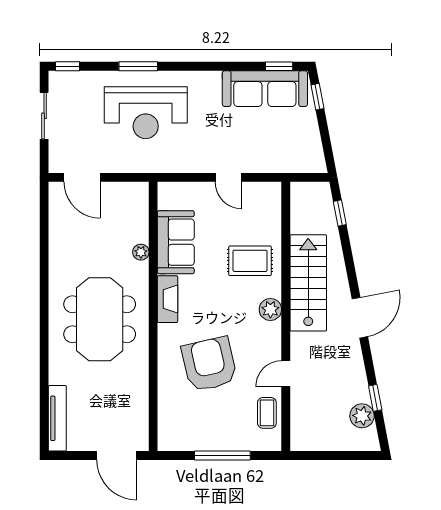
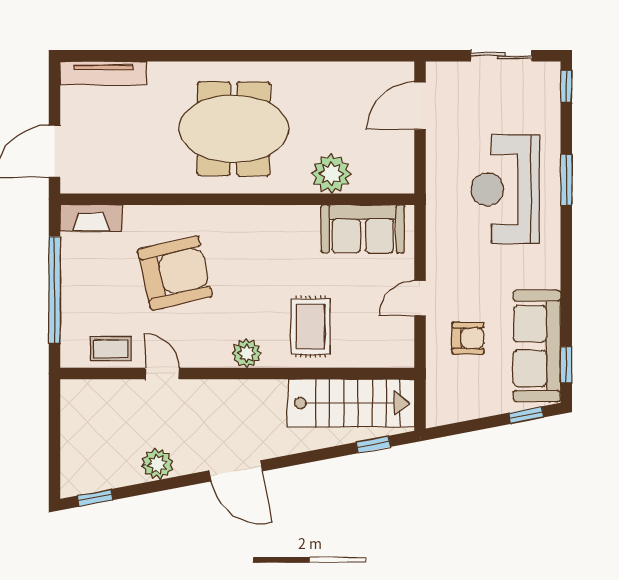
armchair: (259, 141) -> (468, 338), added
sofa: (176, 242) -> (363, 229), moved
plant: (141, 252) -> (331, 174), width x1.88, depth x1.88
stairs: (308, 283) -> (351, 403), moved
fireplace: (167, 299) -> (91, 218), moved
window: (375, 398) -> (95, 498), moved
plant: (362, 416) -> (157, 464), moved
window: (222, 455) -> (55, 290), width x1.46

